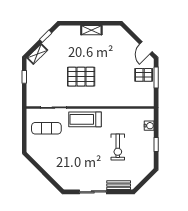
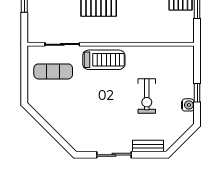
treadmill: (85, 119) -> (104, 60), turned 180
water cooler: (149, 126) -> (188, 105), moved

